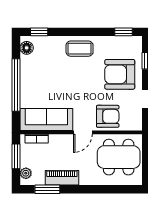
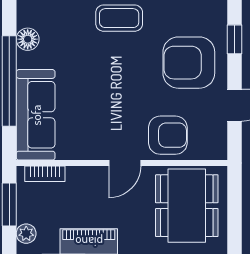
floor lamp: (27, 48) -> (28, 39), moved
sofa: (46, 120) -> (36, 115), moved, turned 90
dining table: (119, 157) -> (187, 206), turned 90

